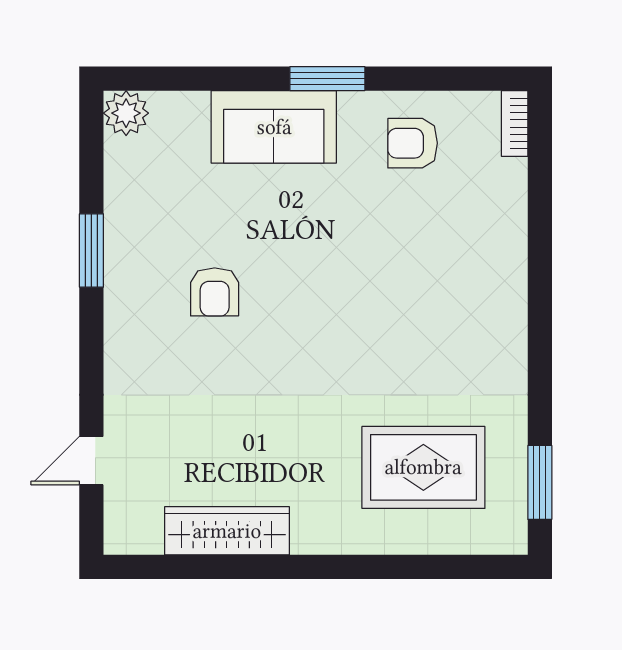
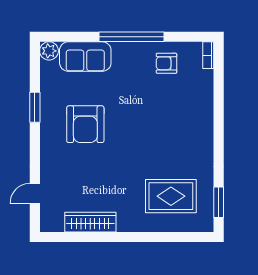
window: (327, 79) -> (132, 37), width x2.11
sofa: (274, 127) -> (85, 57), moved
armchair: (215, 292) -> (85, 124), width x1.88, depth x1.88

